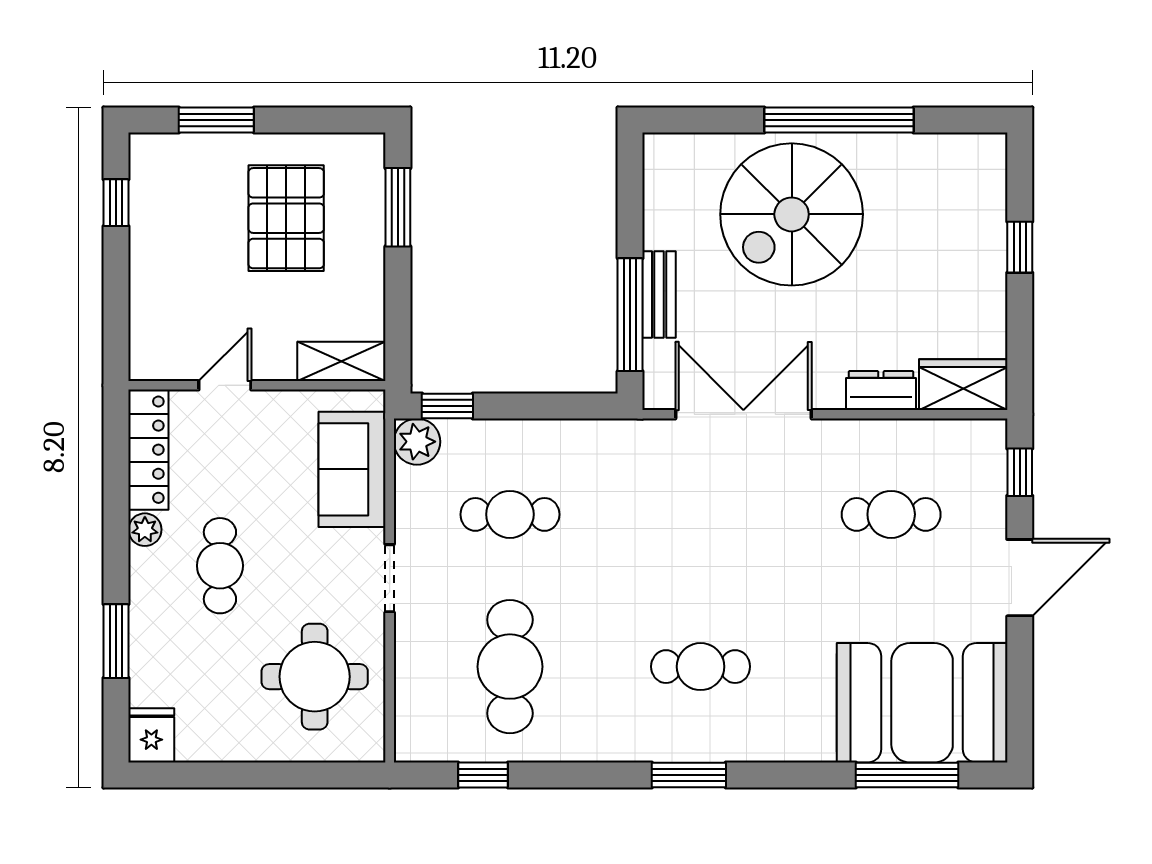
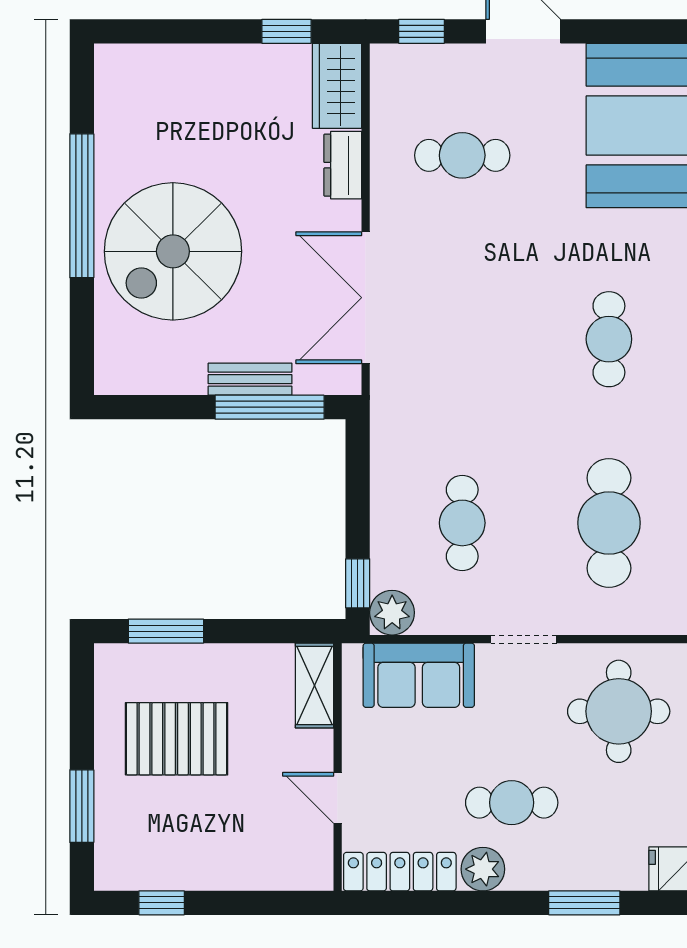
spiral stairs: (792, 214) -> (173, 251), turned 90
window: (1020, 247) -> (287, 31), moved
cafe table: (891, 514) -> (462, 155), turned 90
plant: (145, 530) -> (483, 869), width x1.38, depth x1.38
cafe table: (510, 667) -> (609, 523), turned 90

